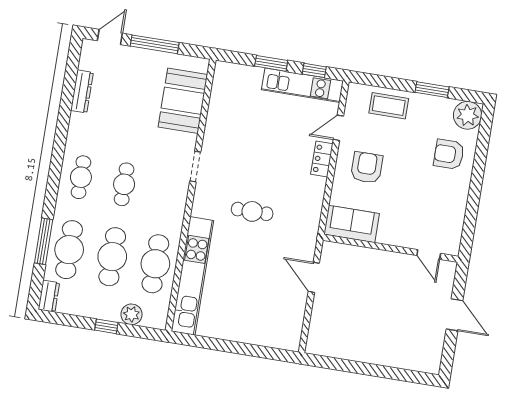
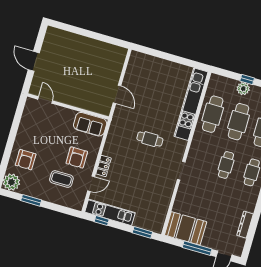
window: (271, 63) -> (142, 232), moved
booth: (183, 101) -> (186, 228), moved, turned 90
coffee table: (389, 106) -> (61, 179), moved
armchair: (449, 154) -> (26, 160), turned 90
plant: (131, 314) -> (243, 89), moved

